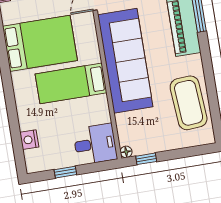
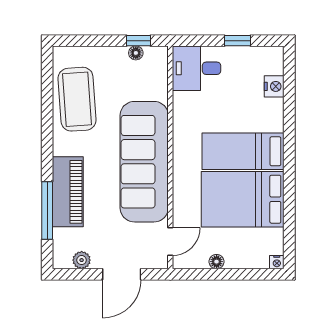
bed: (71, 83) -> (243, 151), moved, turned 180
floor lamp: (126, 152) -> (136, 53), moved

